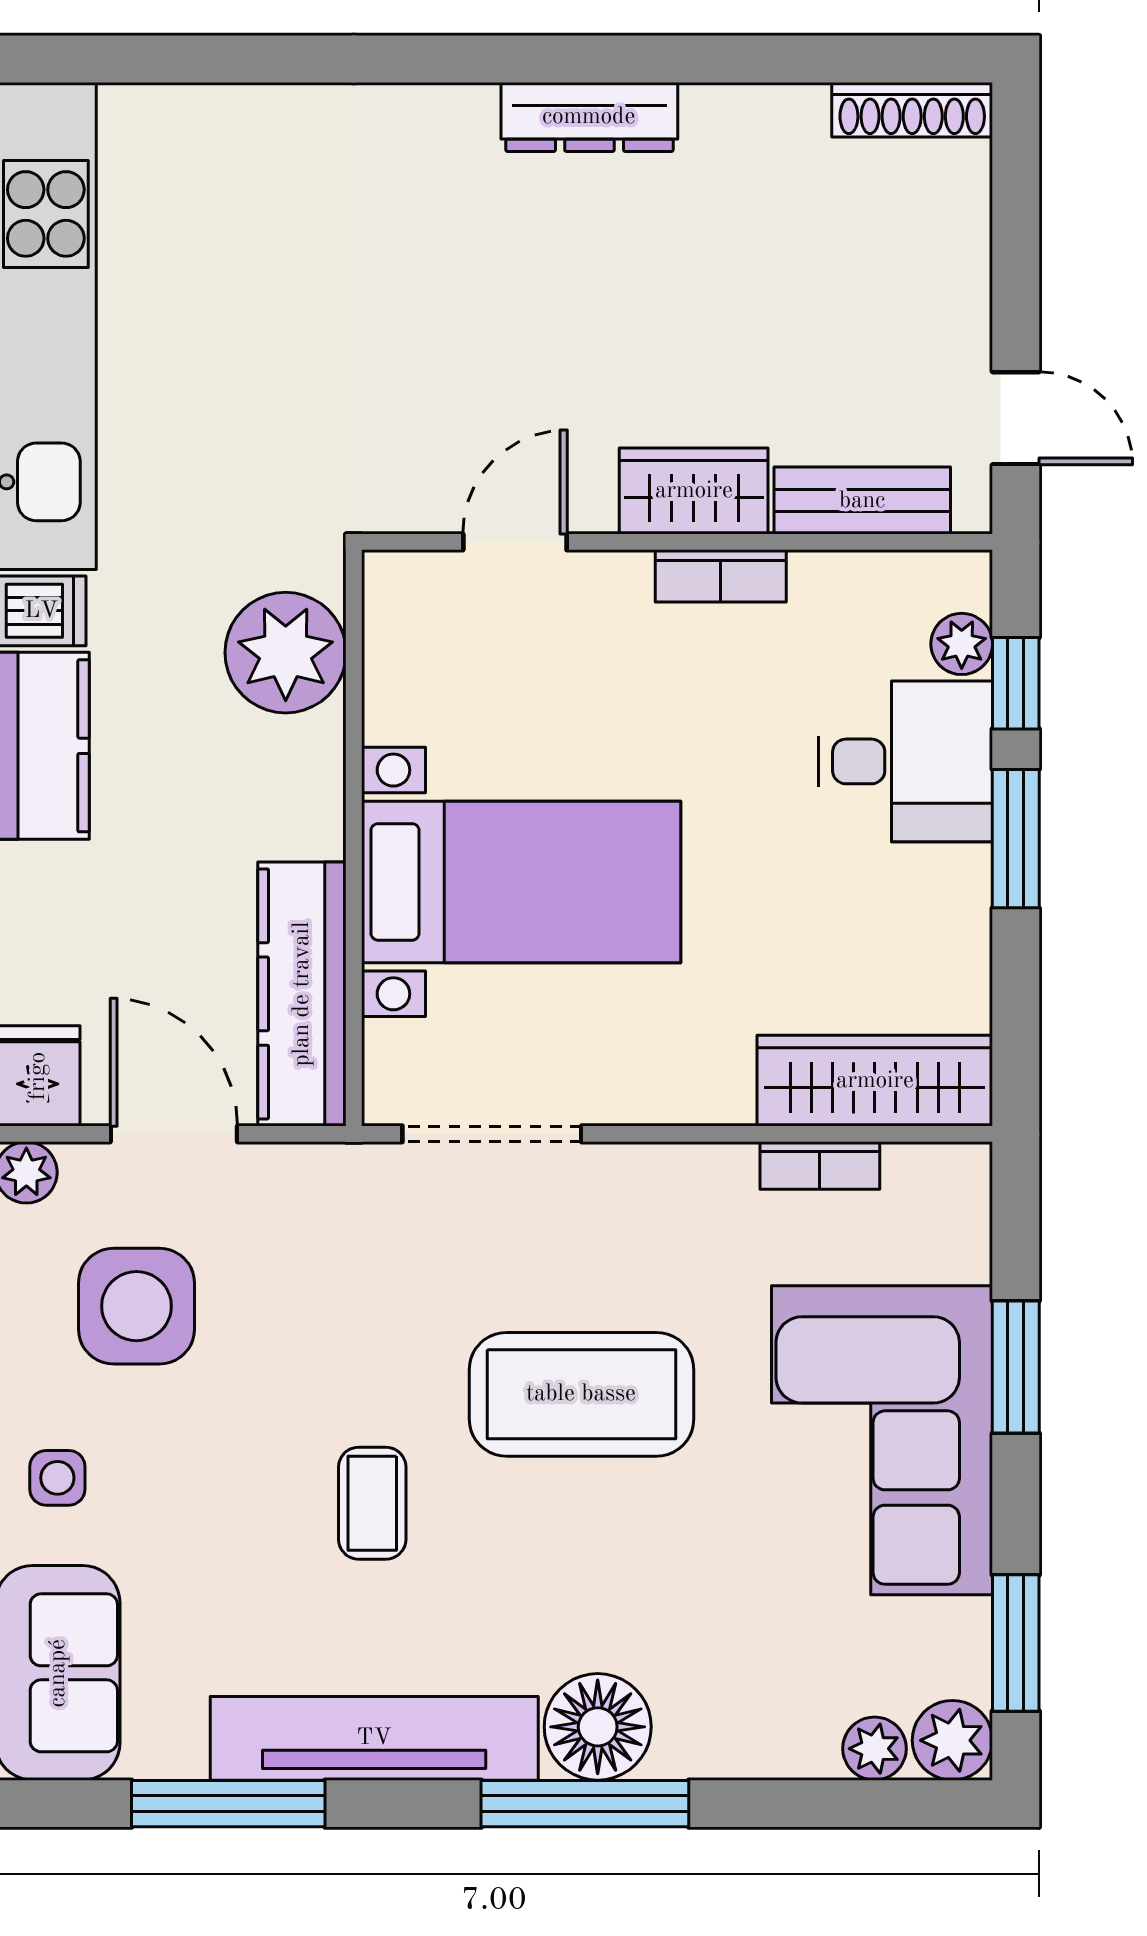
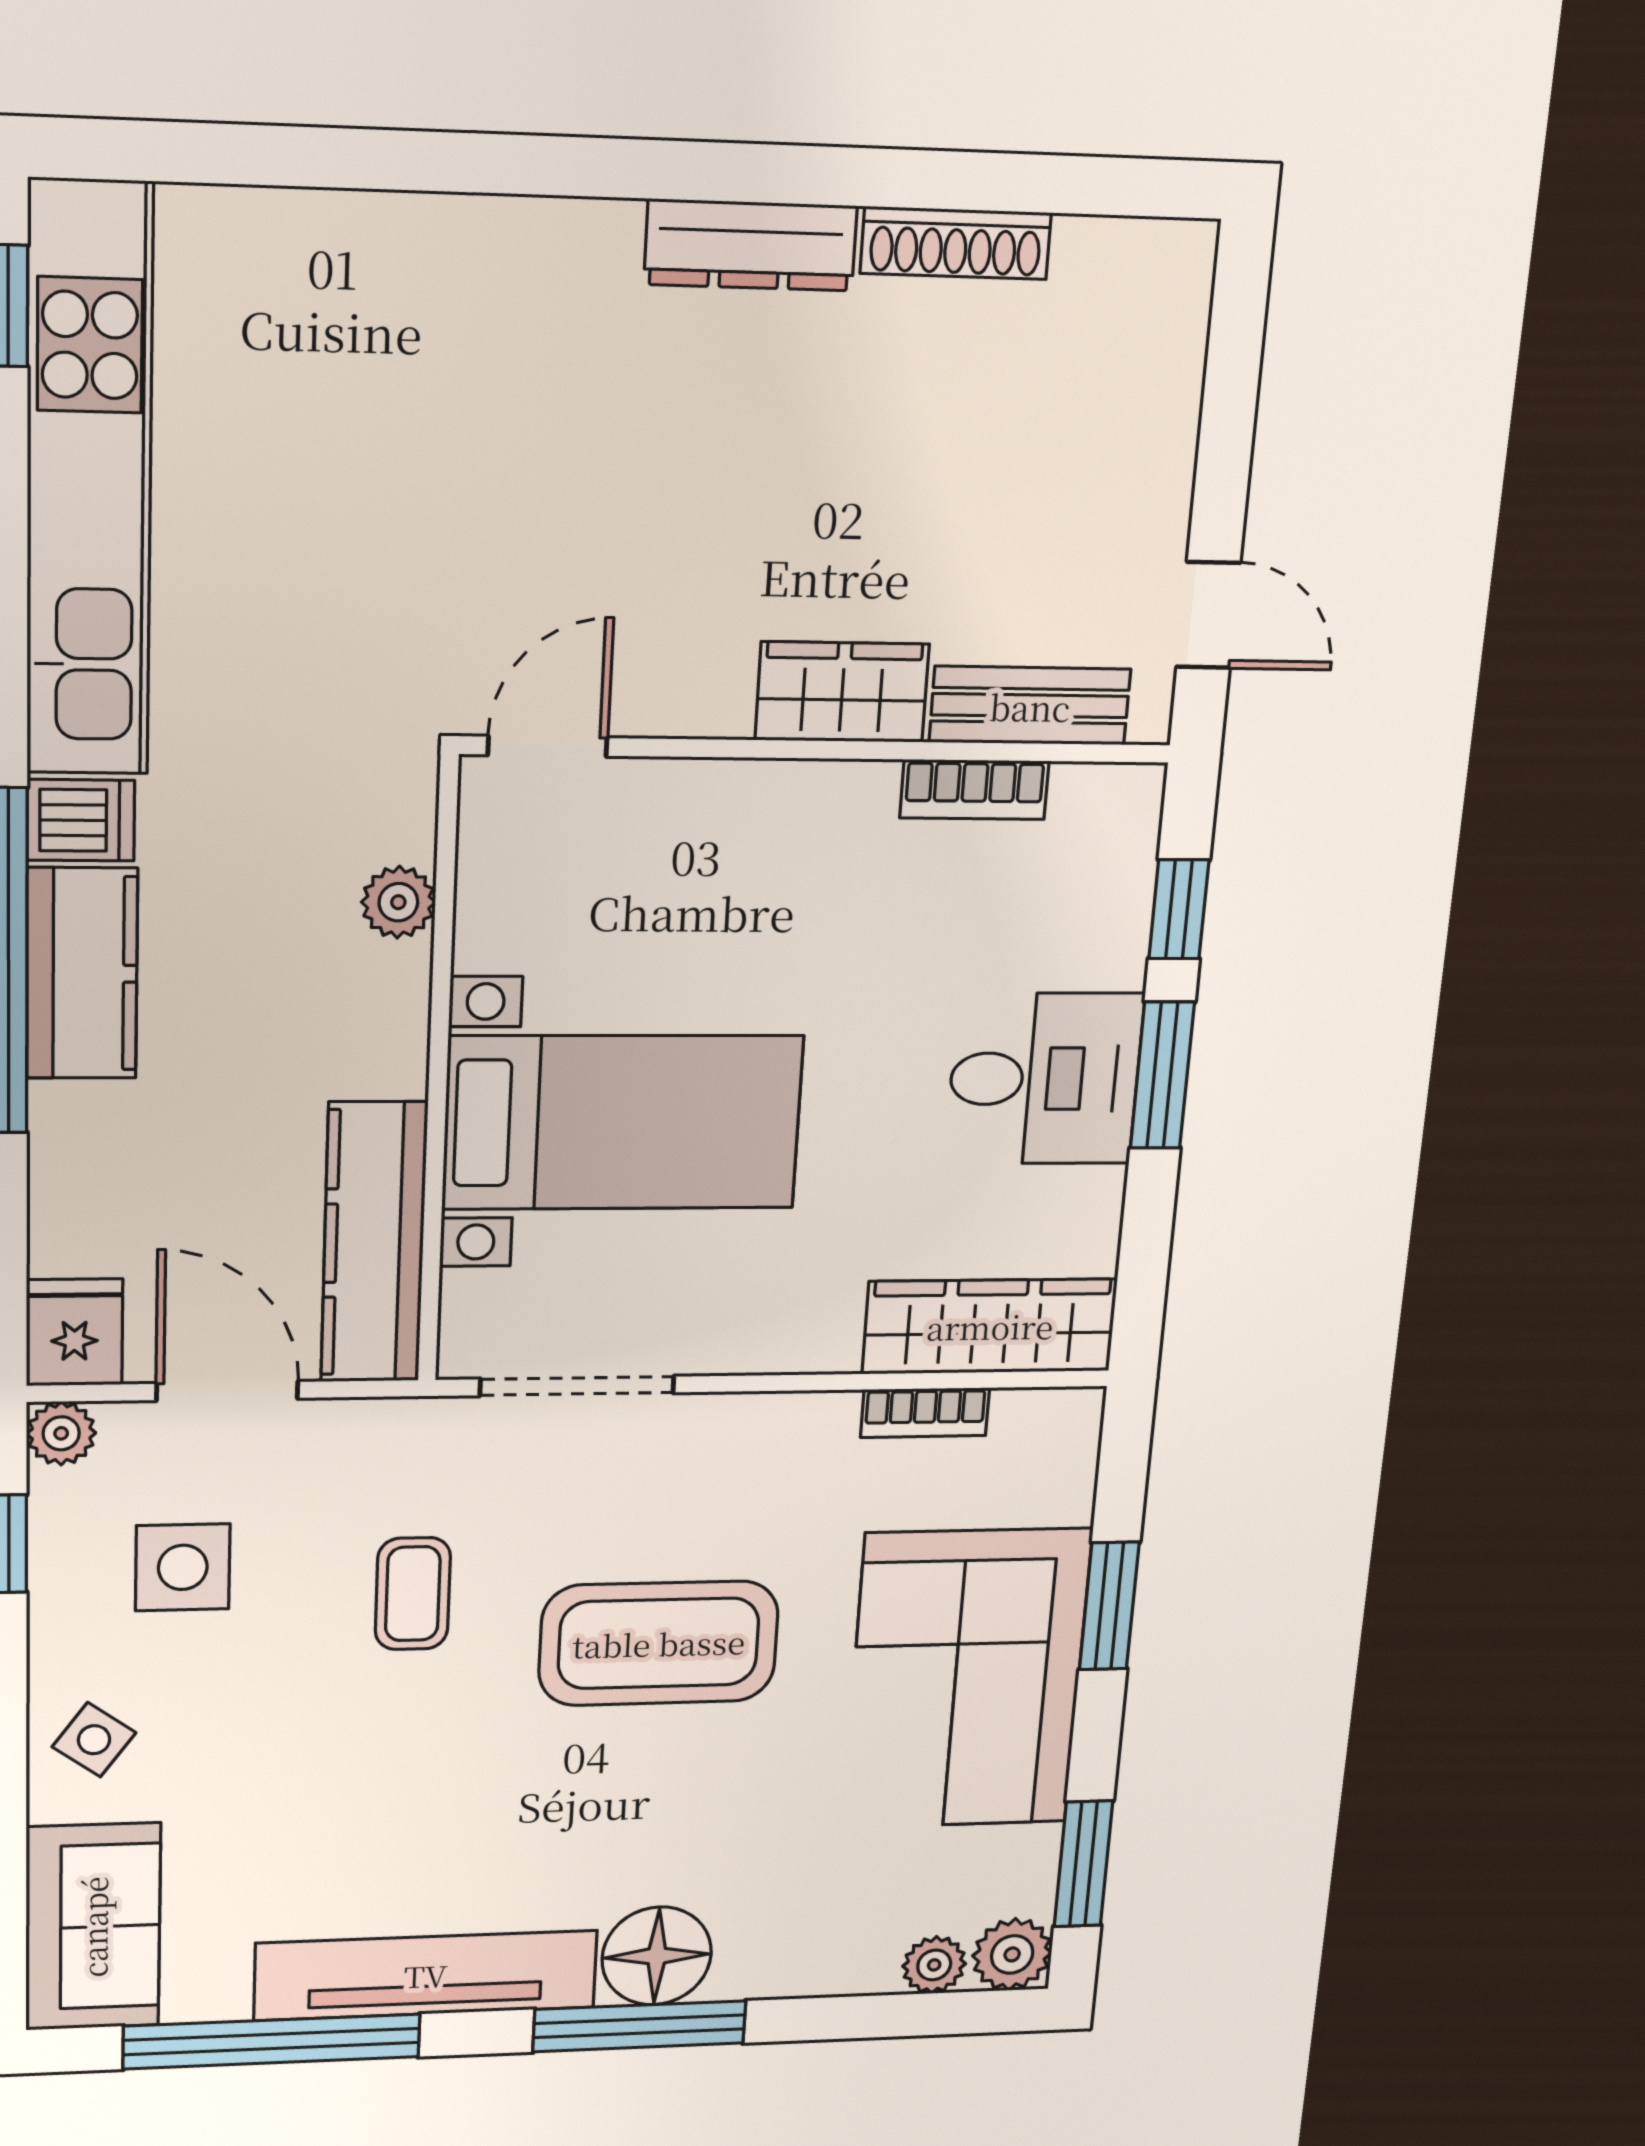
shoe rack: (912, 110) -> (956, 243), moved
door: (515, 542) -> (547, 746), moved
bookcase: (721, 576) -> (974, 790), moved
plant: (962, 644) -> (1125, 866), removed
plant: (286, 653) -> (398, 902), width x0.53, depth x0.53
desk: (906, 761) -> (1044, 1079), moved
side table: (137, 1306) -> (183, 1567), width x0.73, depth x0.73
side table: (57, 1478) -> (94, 1740), turned 36
coffee table: (372, 1503) -> (413, 1594), moved
window: (228, 1804) -> (272, 2041), width x1.46

